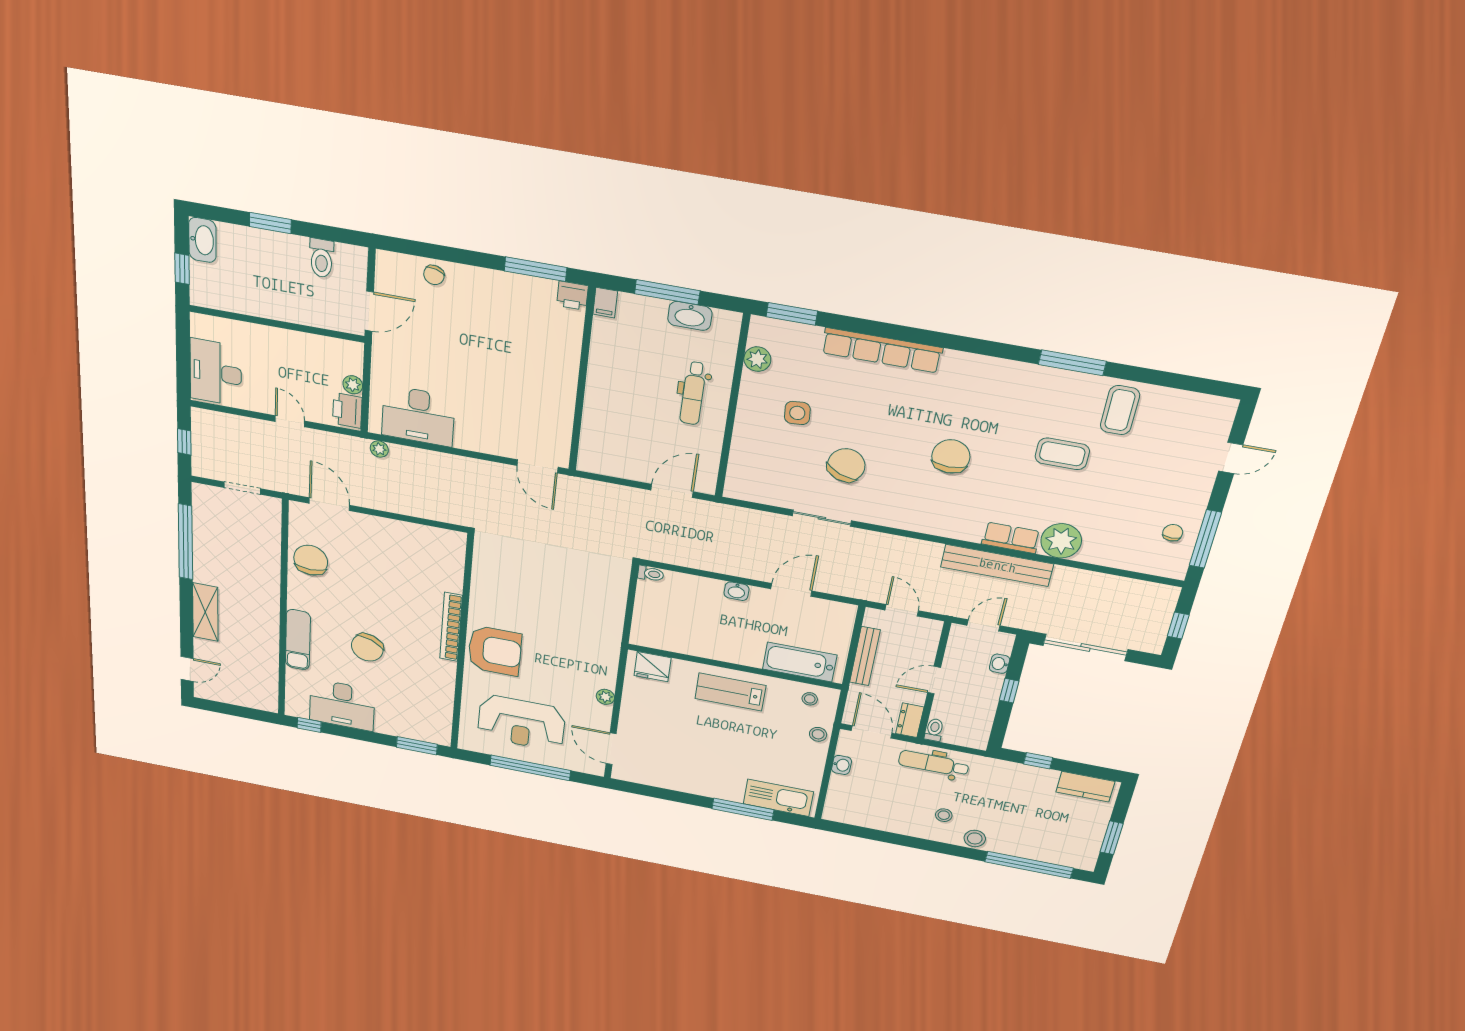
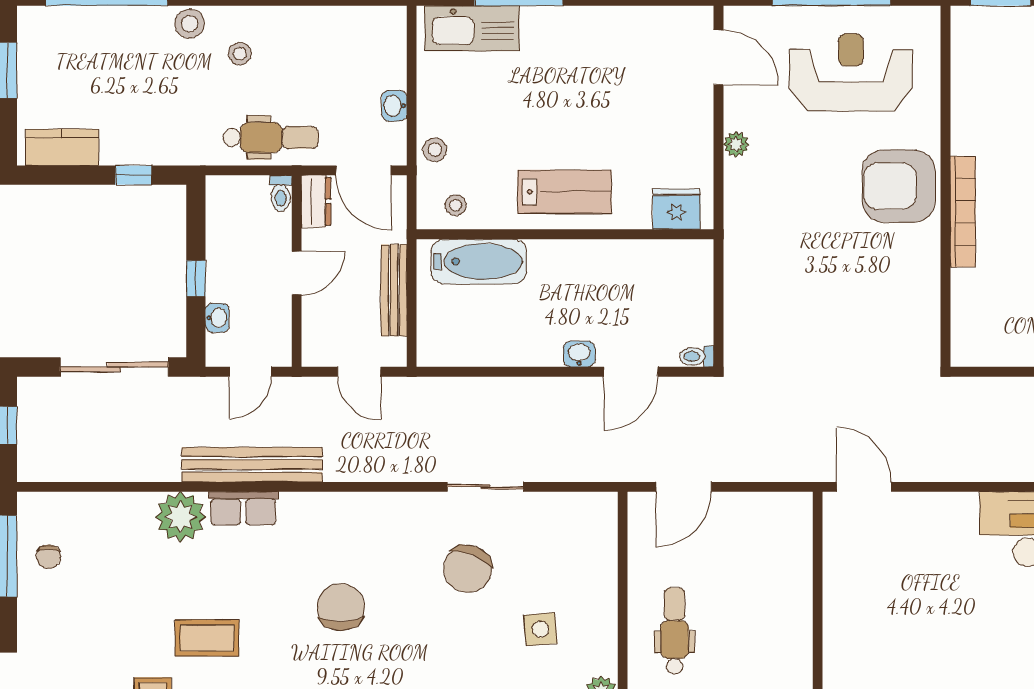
chair: (951, 456) -> (341, 607), turned 180
door: (791, 590) -> (631, 372), moved

